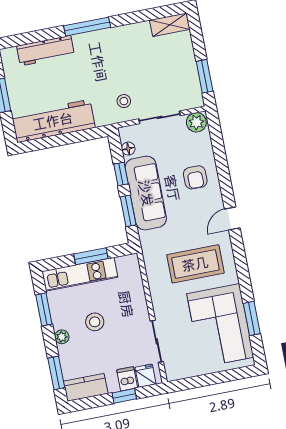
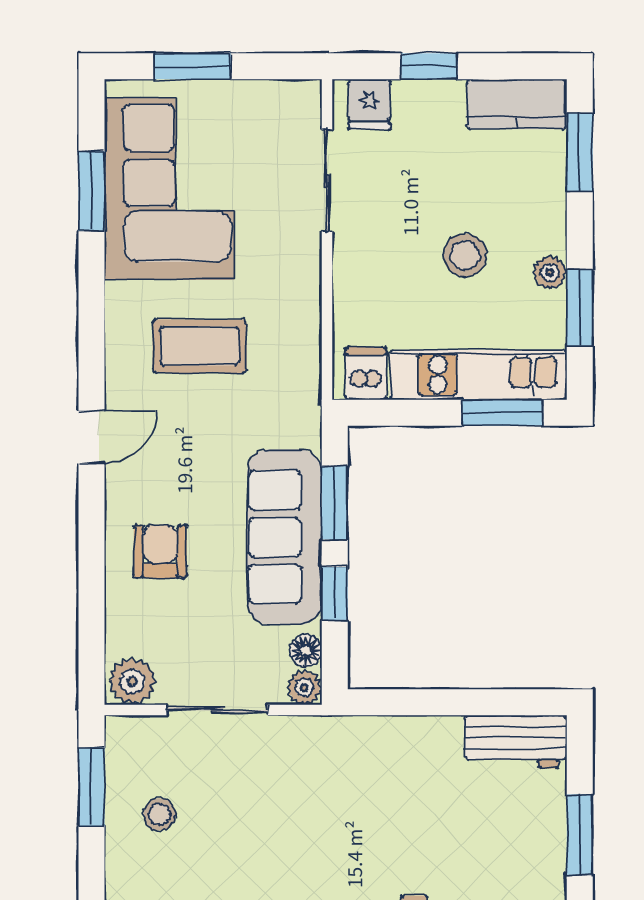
stool: (124, 101) -> (160, 814), moved
workbench: (53, 121) -> (515, 742), width x0.53, depth x0.76
plant: (126, 133) -> (304, 687), added
window: (91, 256) -> (502, 413), moved
coffee table: (195, 264) -> (200, 346), width x0.73, depth x0.76
plant: (62, 337) -> (550, 272), moved
window: (220, 377) -> (192, 66), added
dishwasher: (127, 379) -> (366, 373), moved, turned 180

